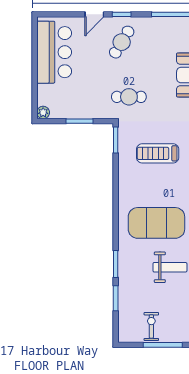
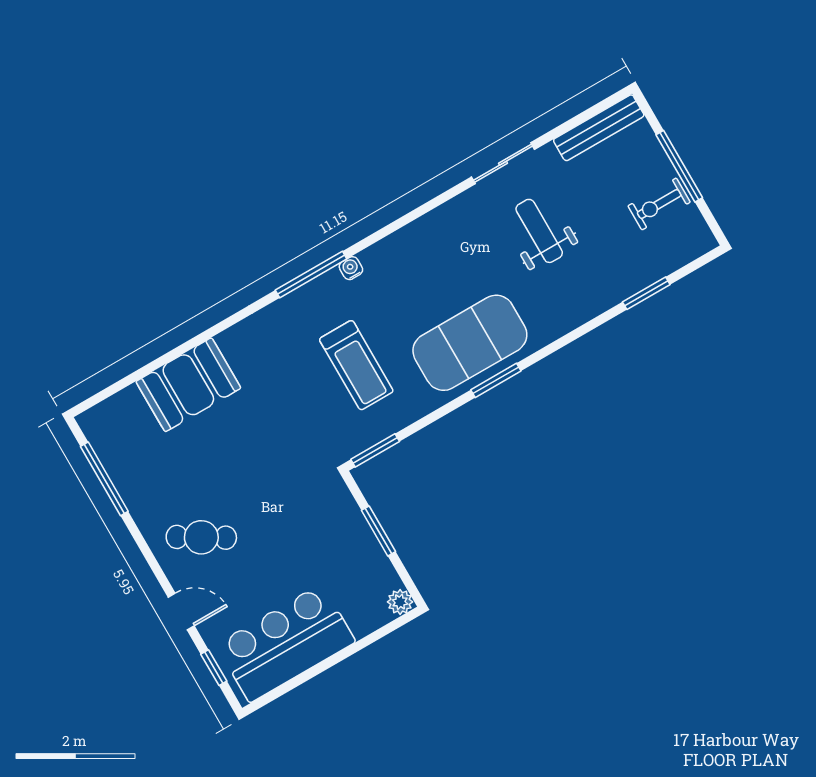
window: (122, 14) -> (214, 668), moved
cafe table: (129, 97) -> (288, 470), removed
exercise mat: (156, 223) -> (470, 343), moved, turned 90
window: (116, 264) -> (496, 380), moved

